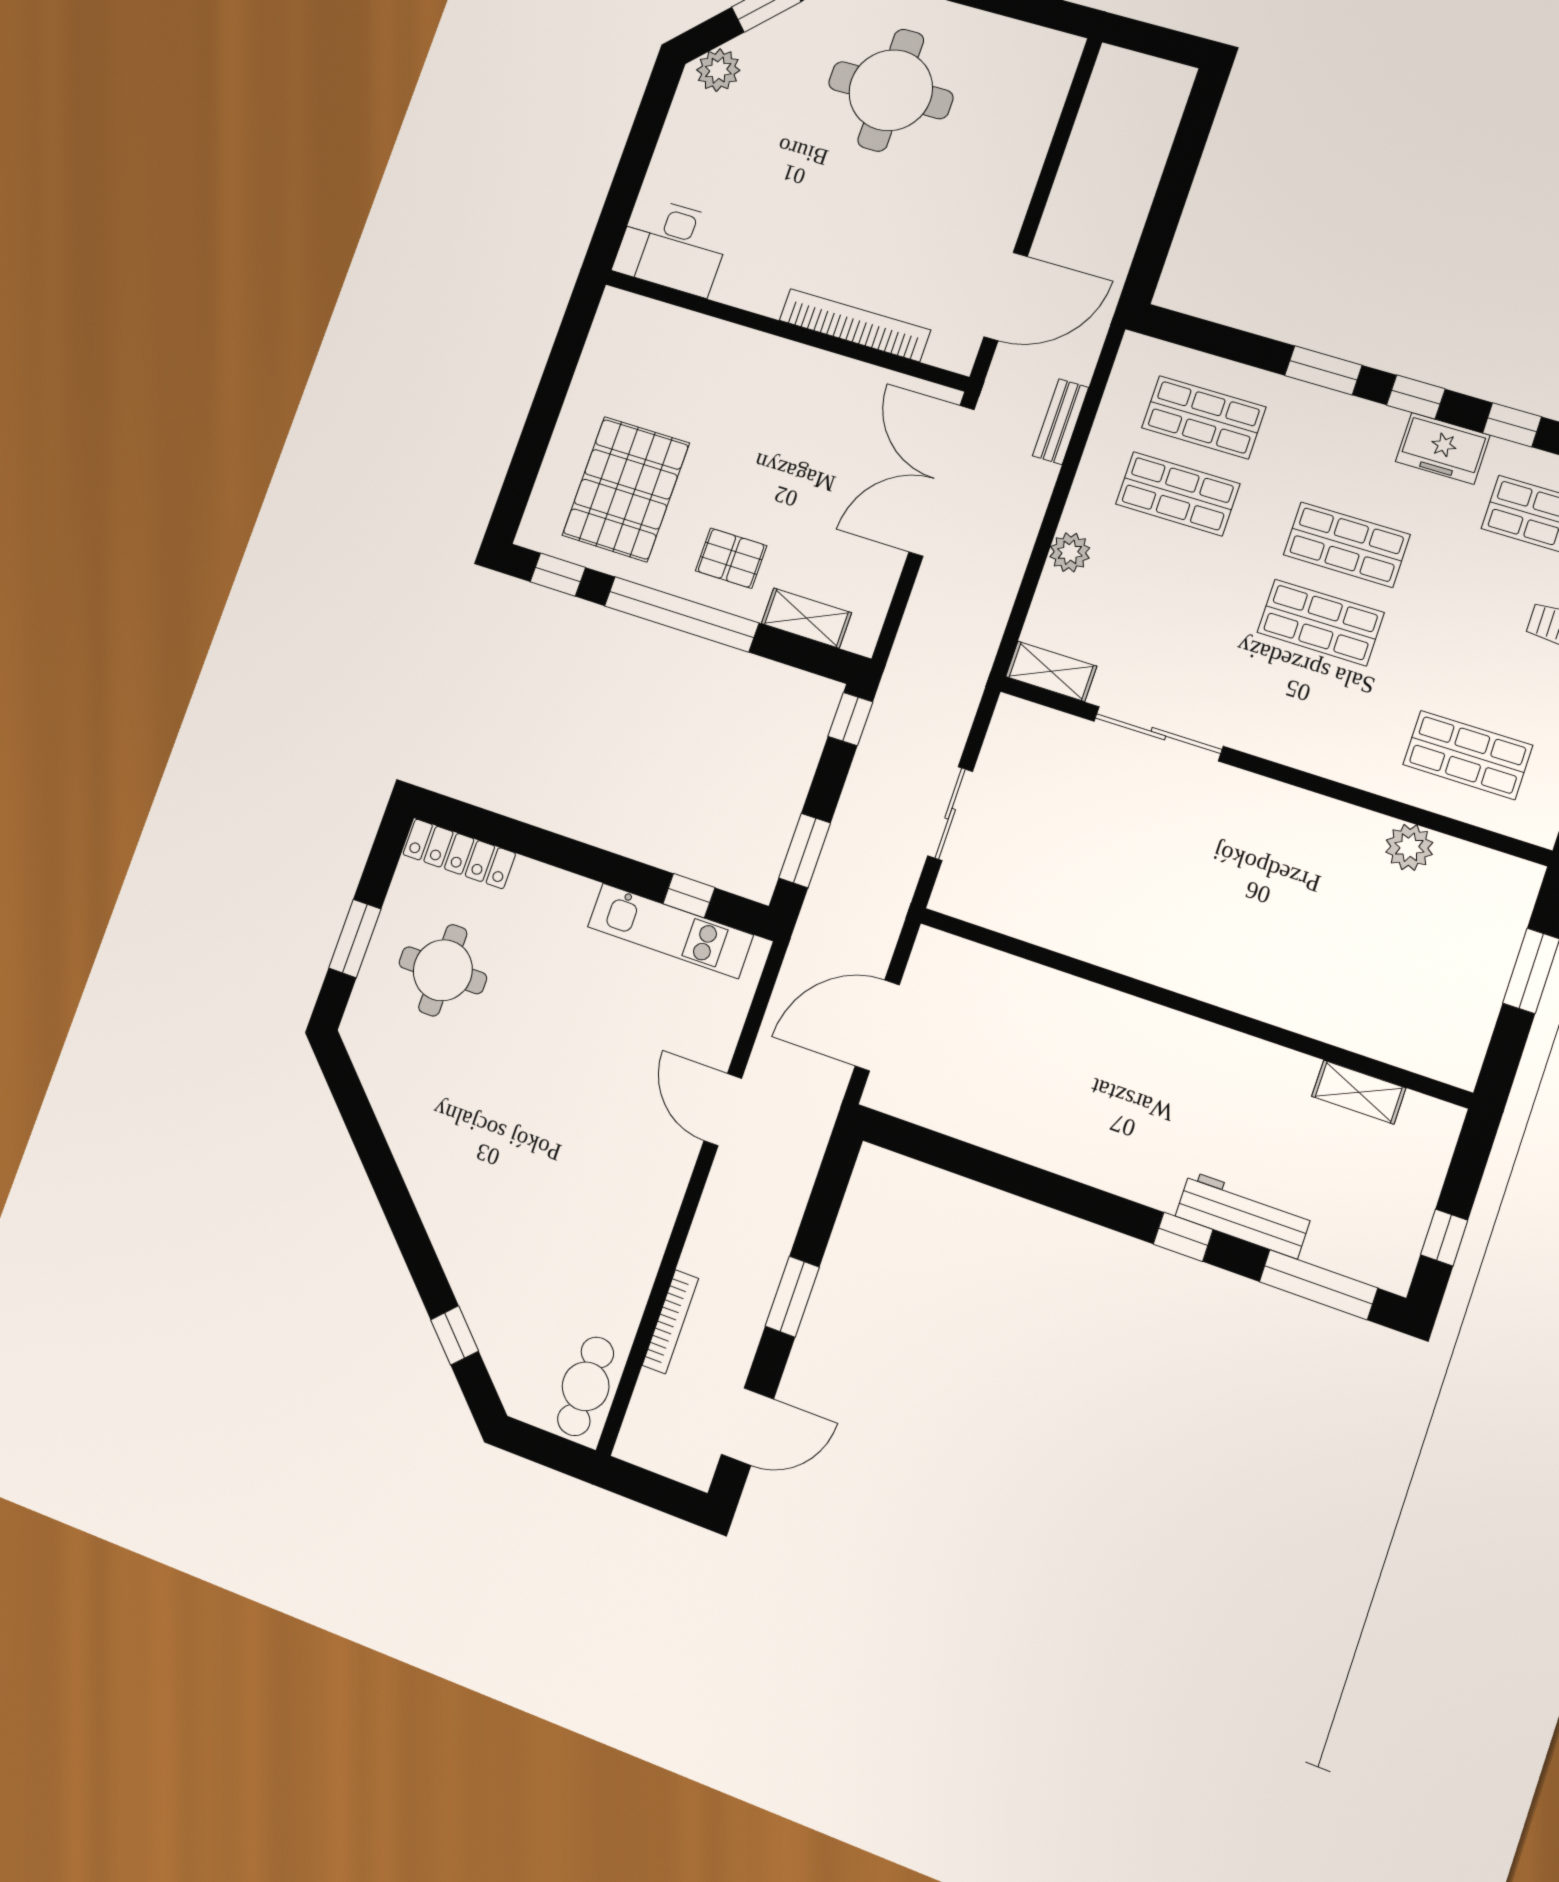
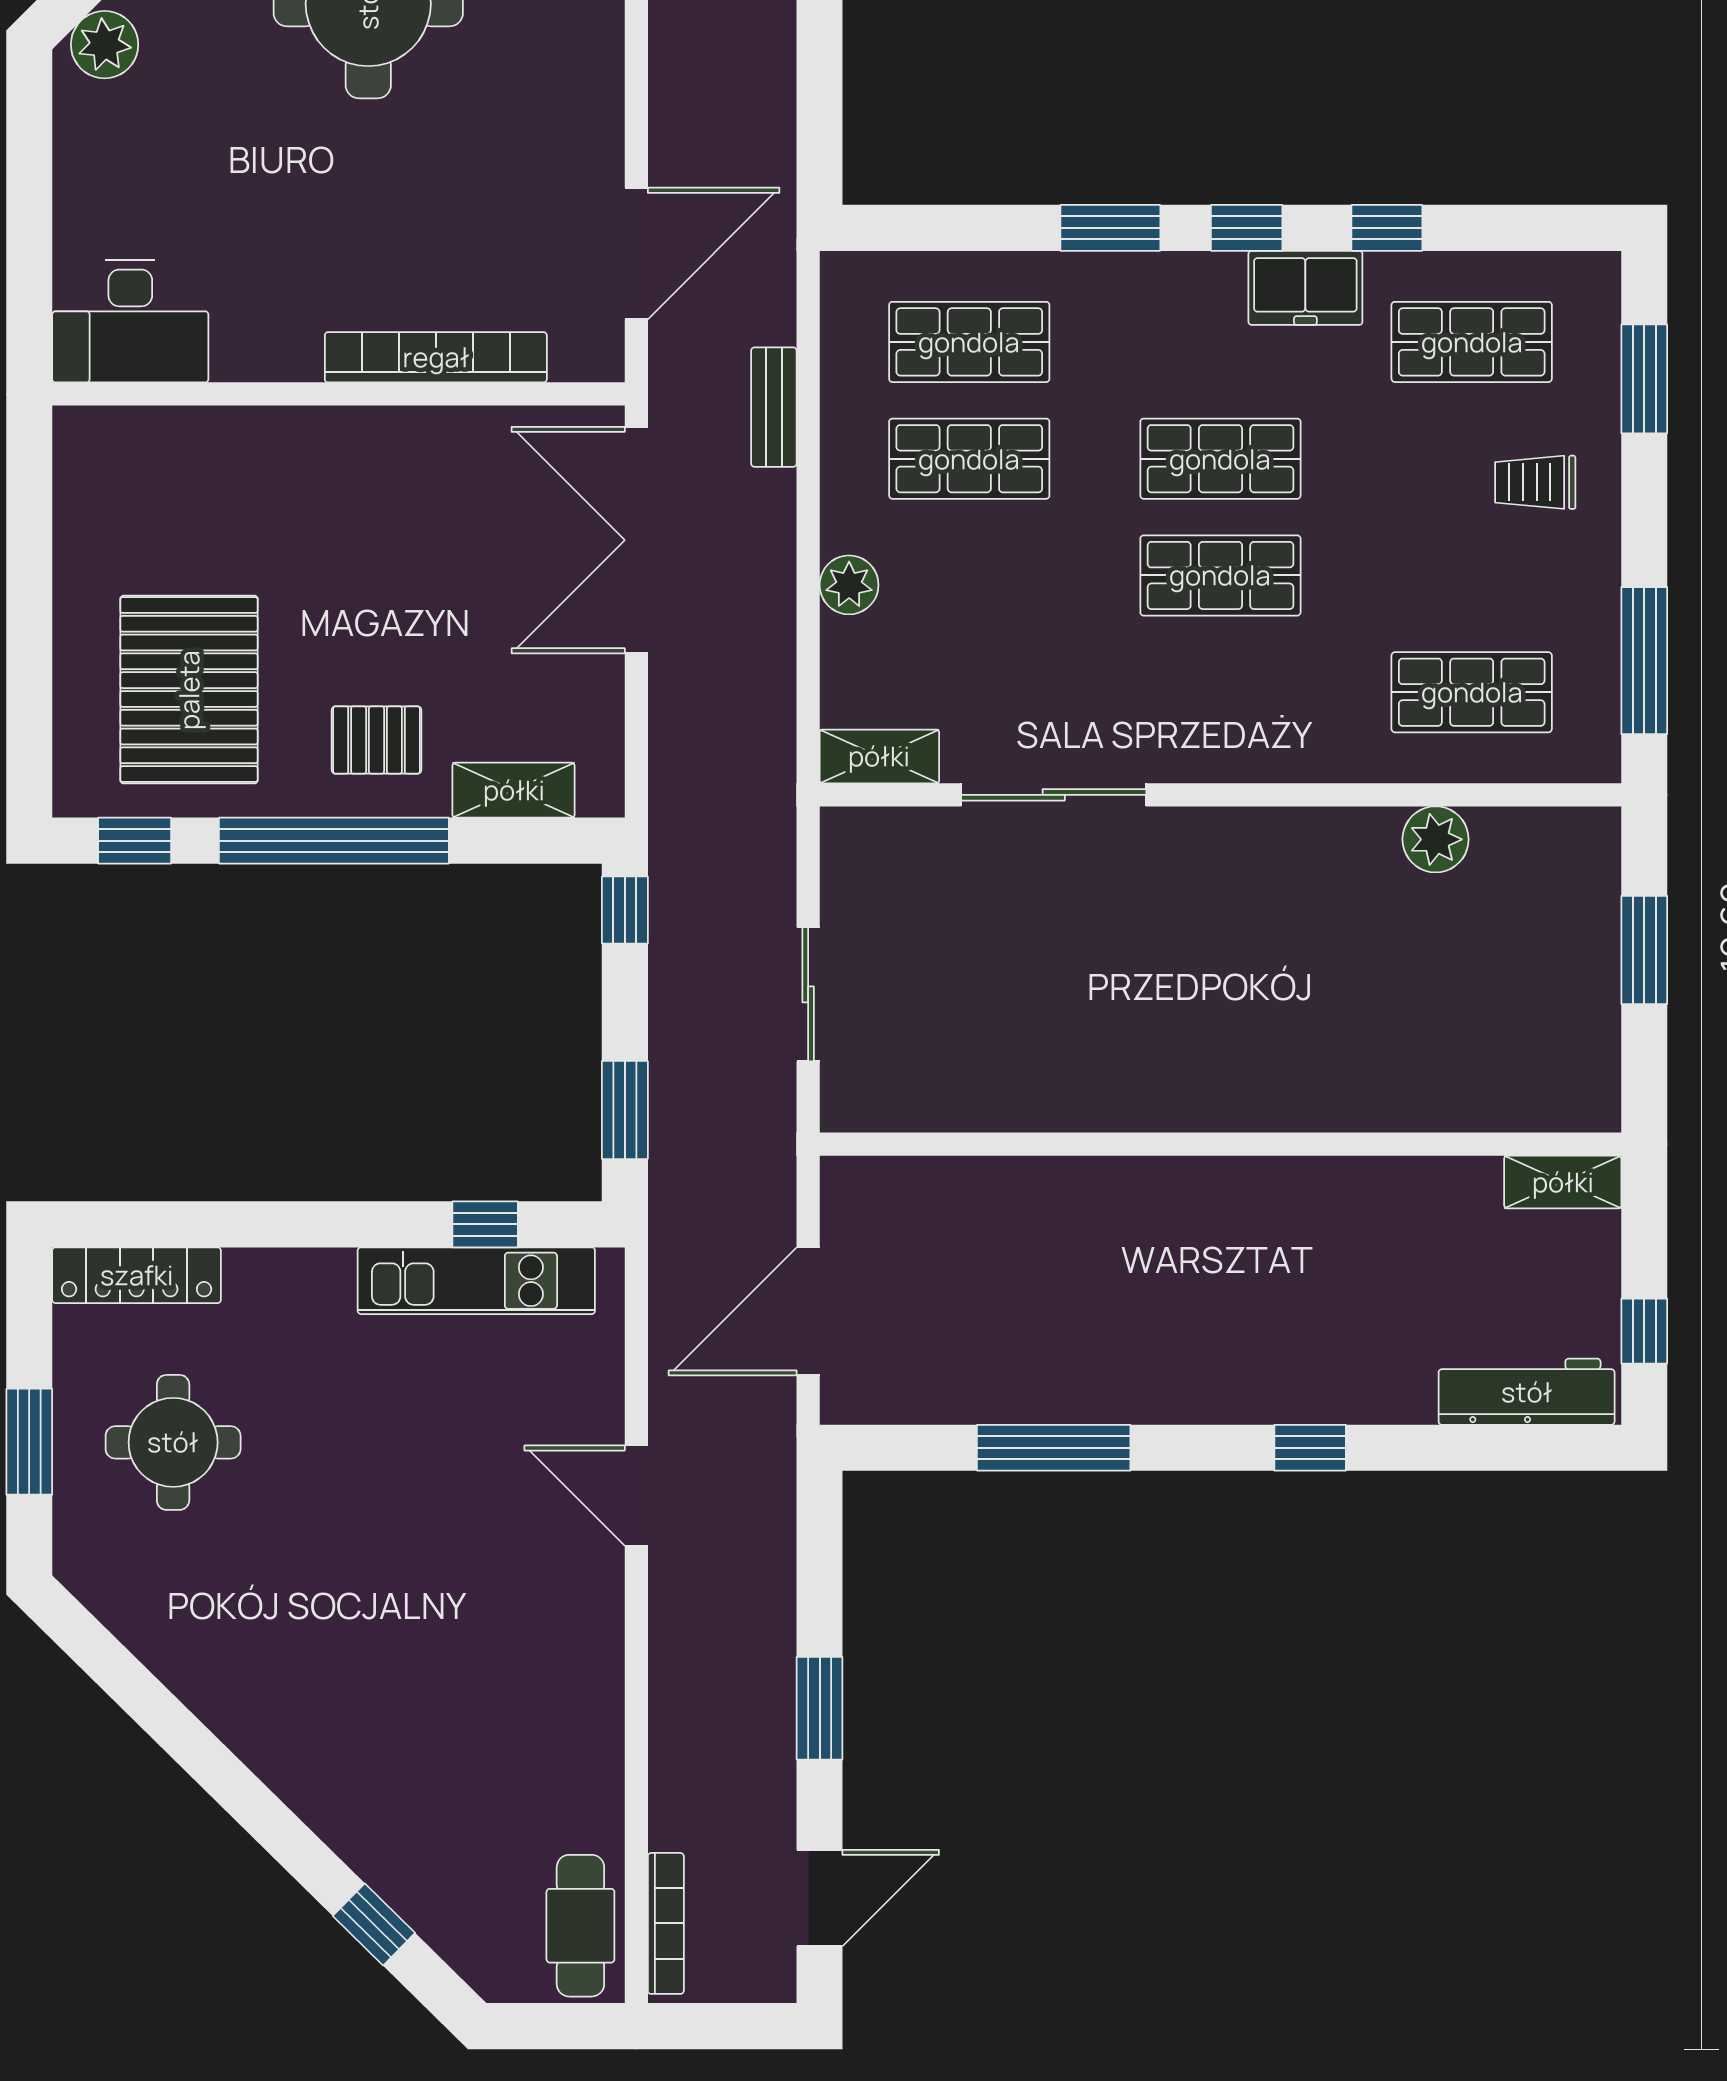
shelving: (1359, 1092) -> (1563, 1182), moved
workbench: (1244, 1215) -> (1527, 1392), moved
window: (1318, 1285) -> (1054, 1448), moved
bookcase: (670, 1322) -> (666, 1923), moved

